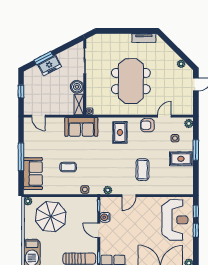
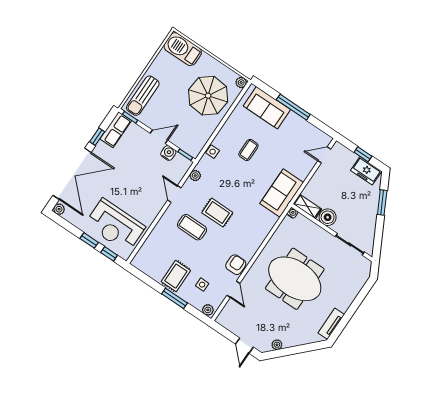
freezer: (50, 65) -> (366, 171), moved, turned -62
rug: (120, 132) -> (217, 213), moved

